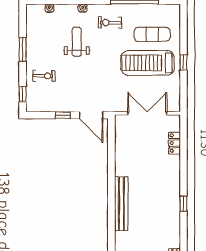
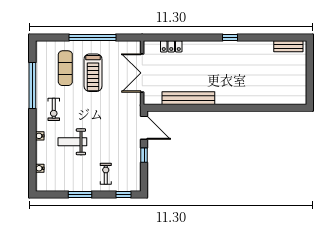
window: (183, 62) -> (92, 38), width x3.17
treadmill: (147, 63) -> (93, 73), width x0.73, depth x0.73
door: (91, 115) -> (144, 128), hinge flipped
bench: (121, 204) -> (188, 98), moved

